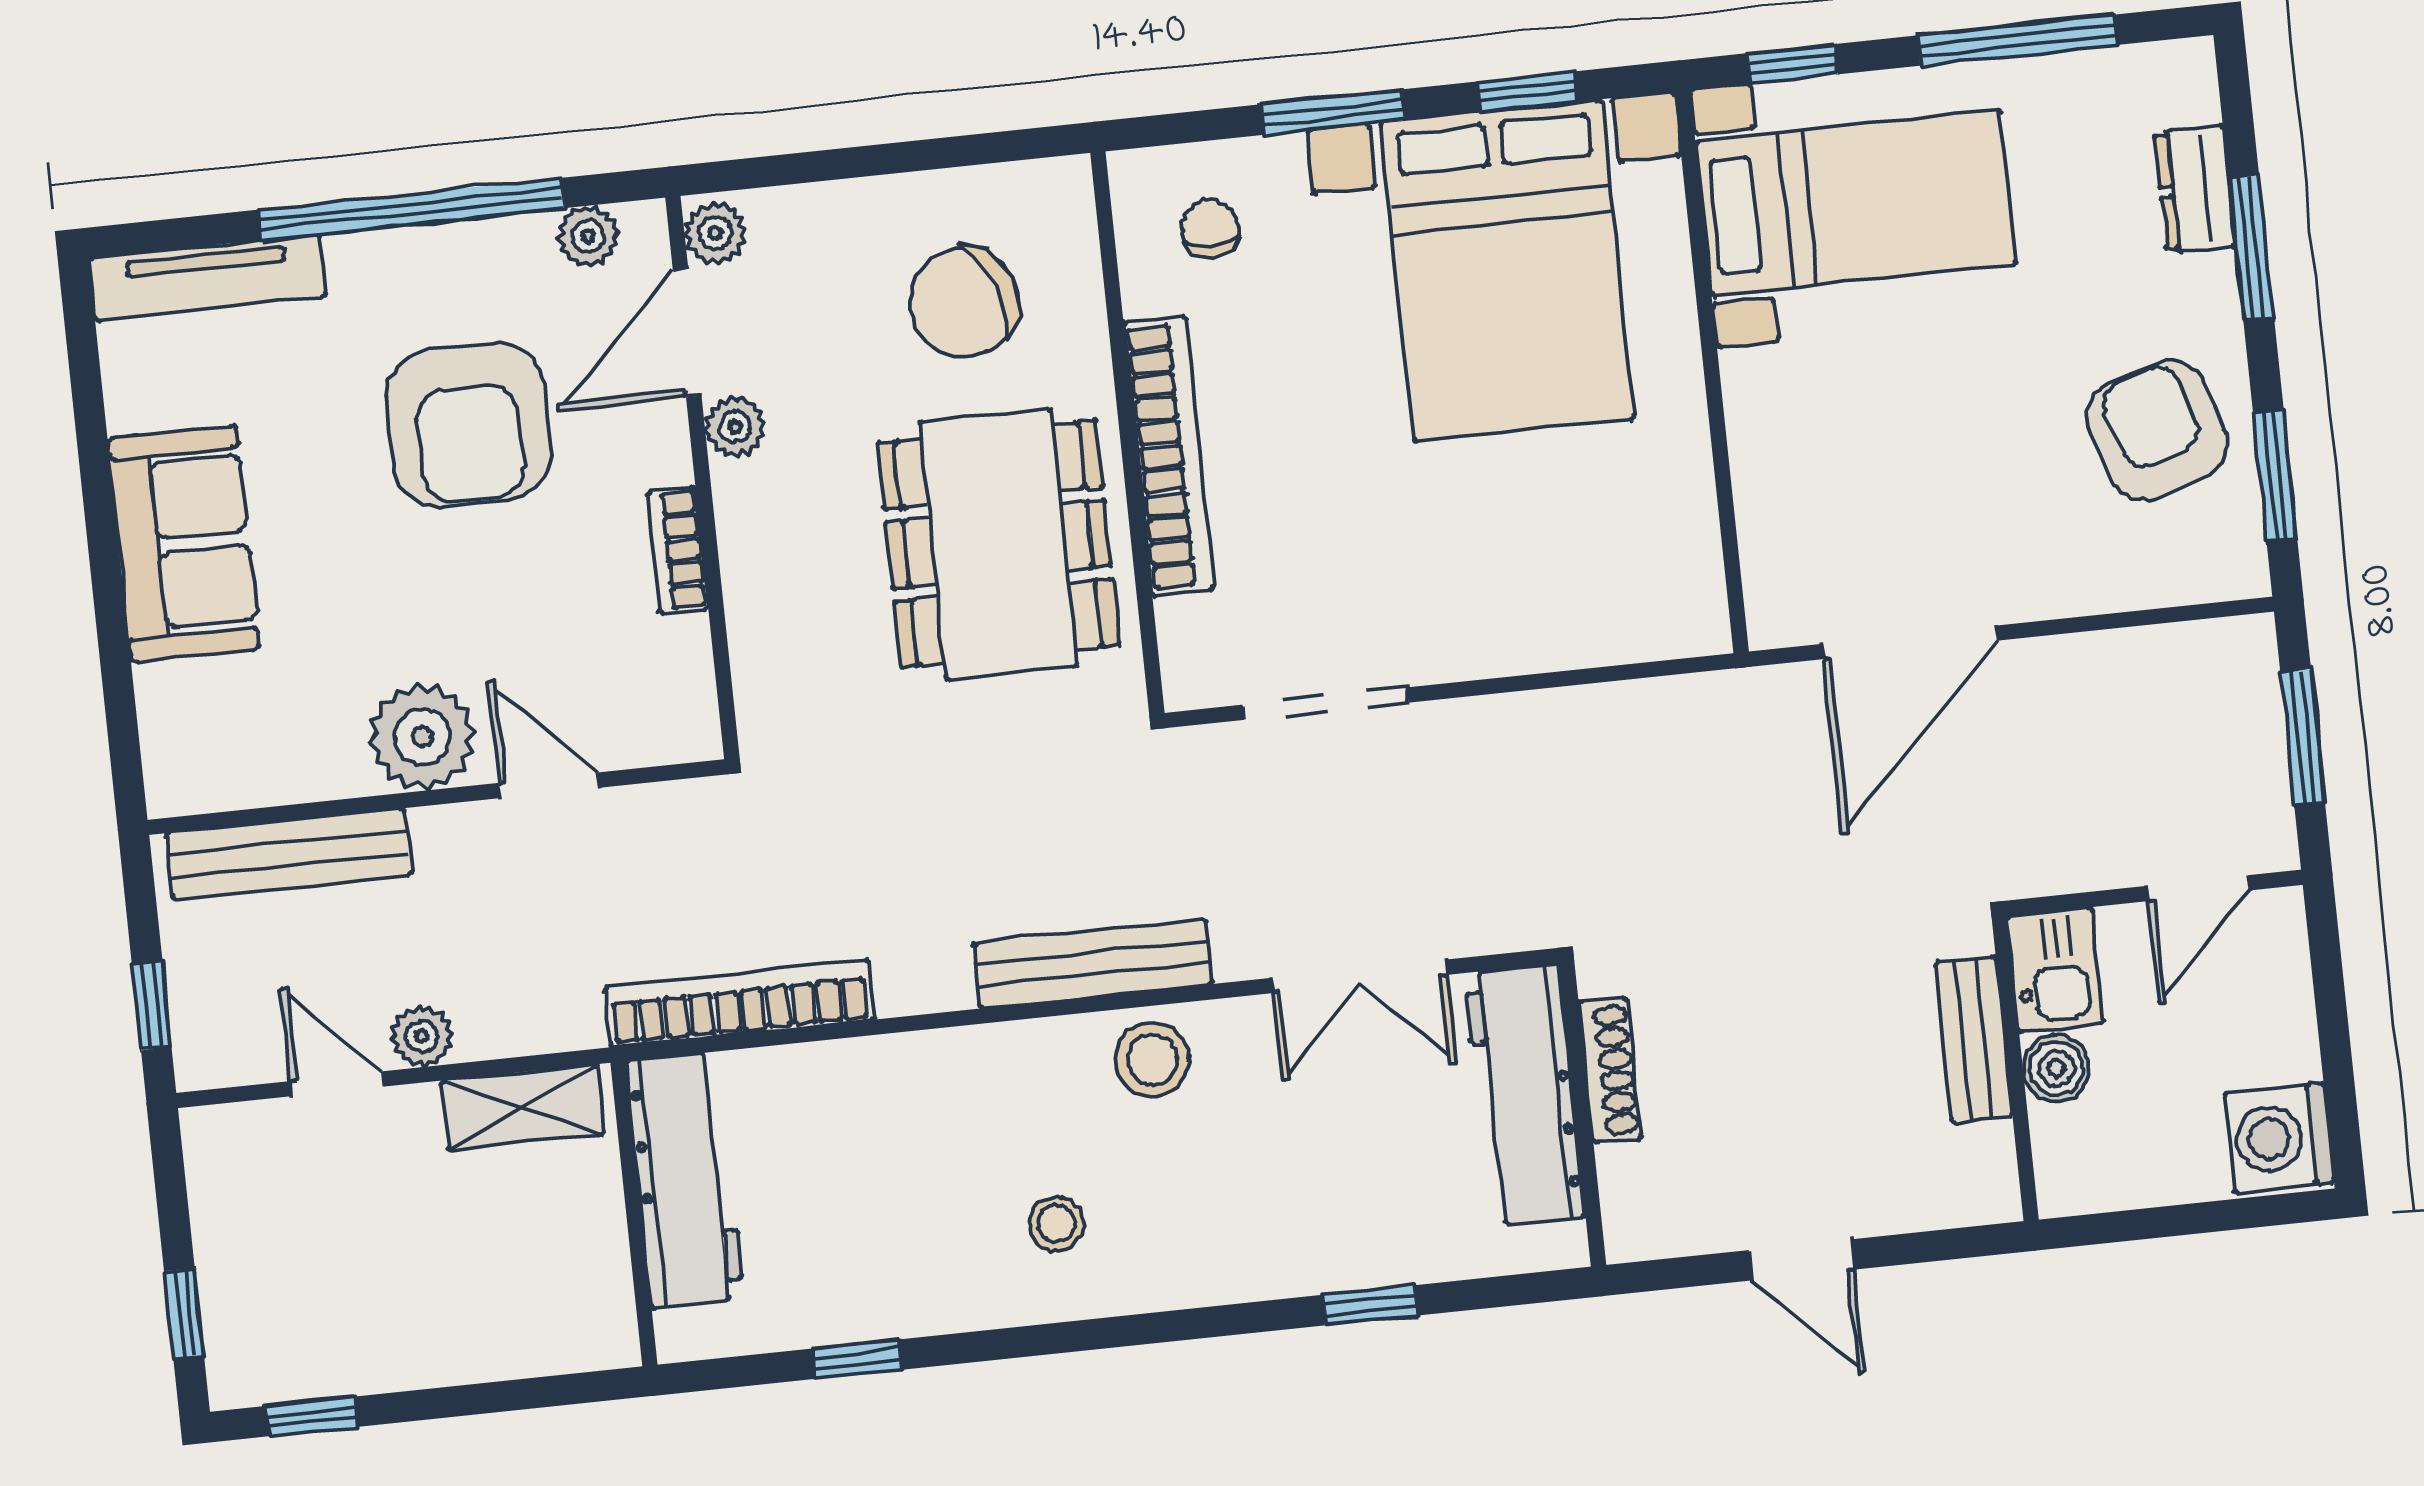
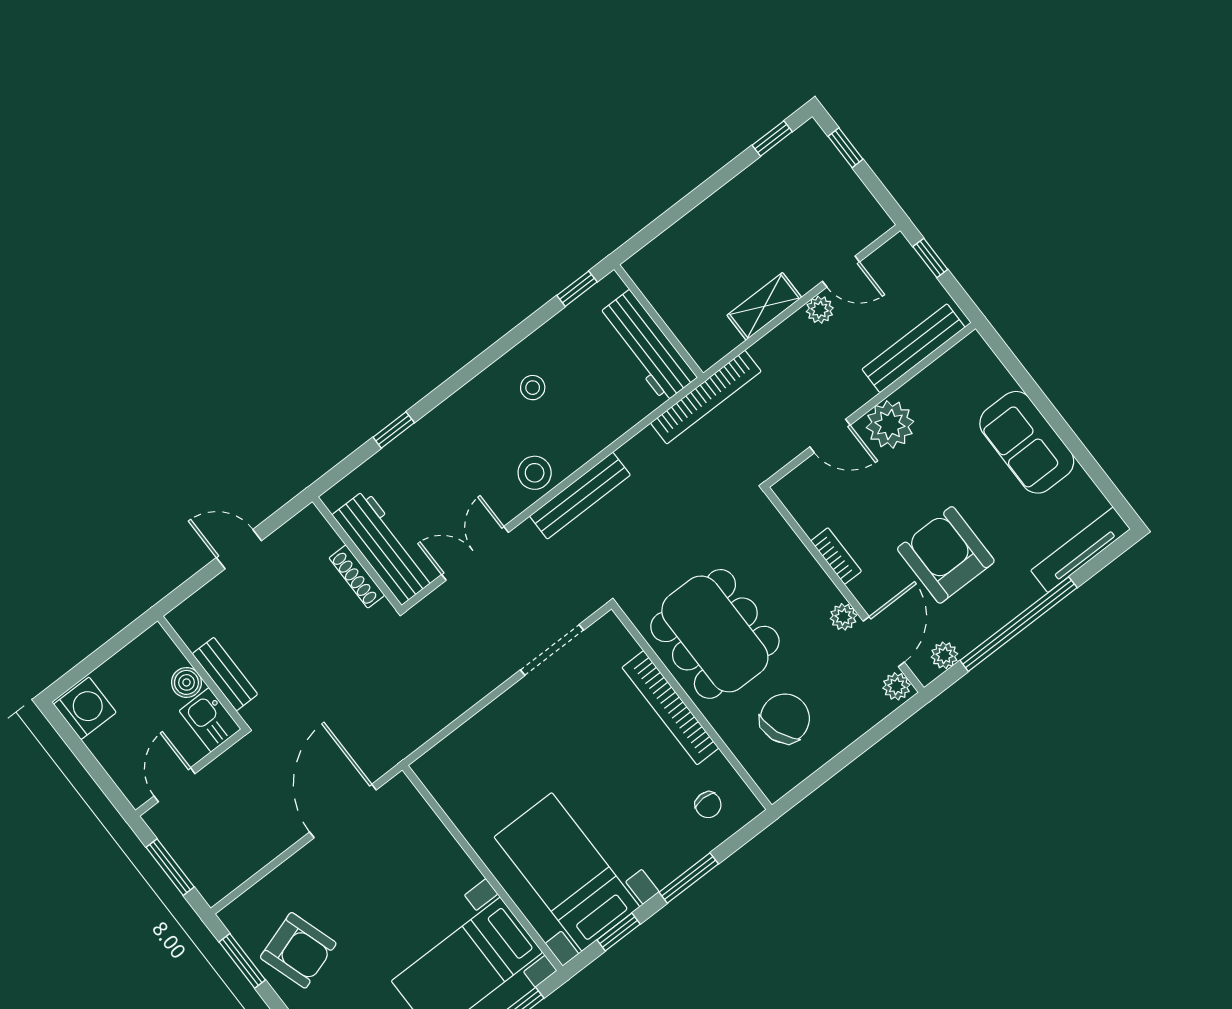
bed with nightstands: (1507, 271) -> (567, 872), width x0.73
workbench: (685, 1180) -> (647, 346), moved
wall: (634, 1214) -> (659, 321), moved

